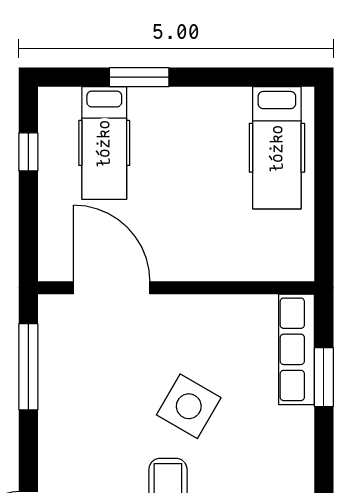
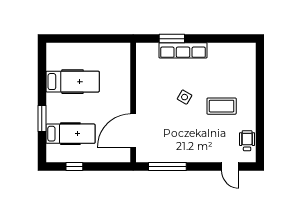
hospital bed: (277, 148) -> (73, 82), moved
row of seats: (297, 349) -> (183, 50), moved
side table: (189, 406) -> (185, 97), width x0.54, depth x0.54

